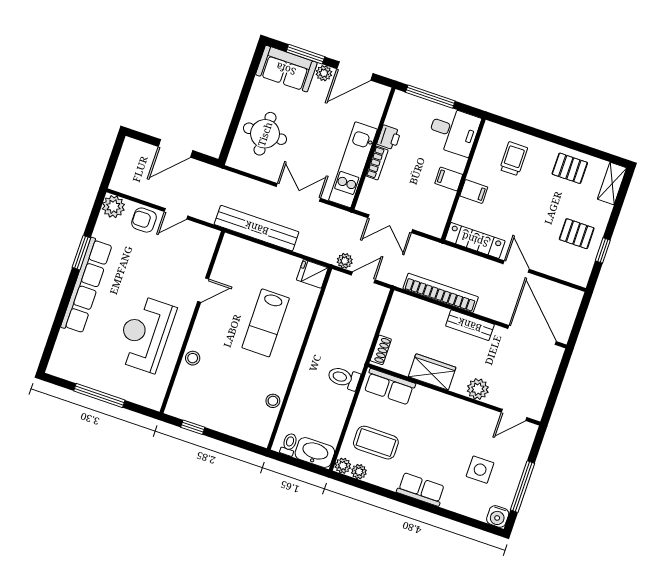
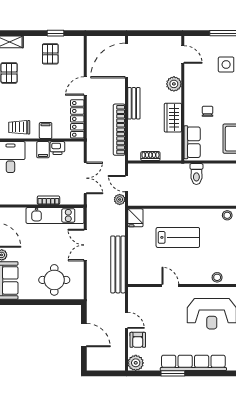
printer: (389, 137) -> (57, 148), moved, turned 180
trolley: (514, 159) -> (19, 127), moved
shoe rack: (381, 350) -> (150, 156), moved
chair: (425, 422) -> (208, 111), added

